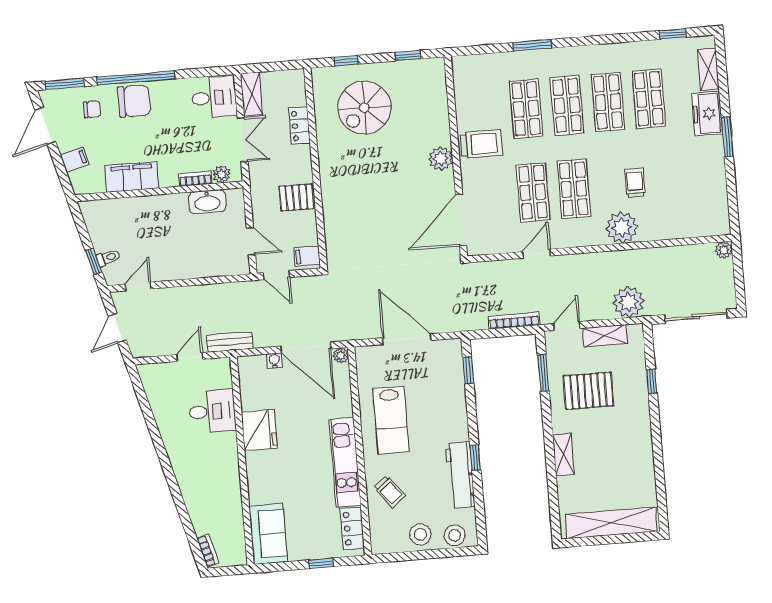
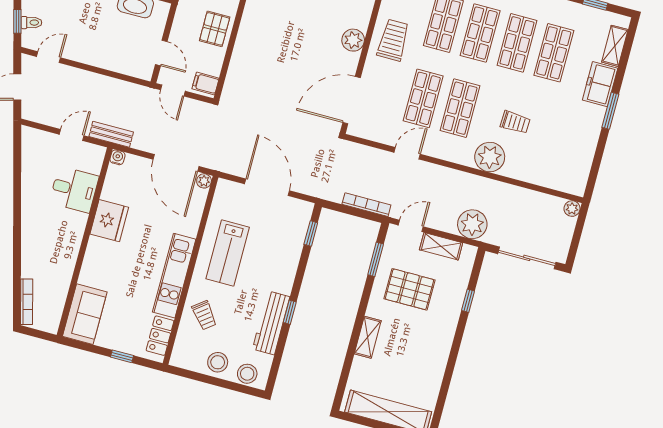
trolley: (481, 144) -> (393, 40), turned -90
trolley: (635, 183) -> (515, 122), turned 92
pallet: (296, 197) -> (215, 29), turned 90
water cooler: (274, 361) -> (117, 157), moved
bookcase: (208, 551) -> (27, 302), width x1.56

